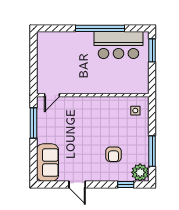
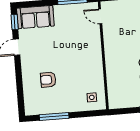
plant: (140, 172) -> (33, 107), removed
window: (126, 184) -> (15, 22), moved

